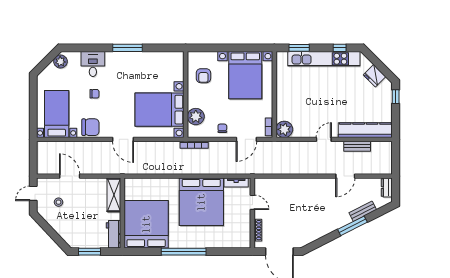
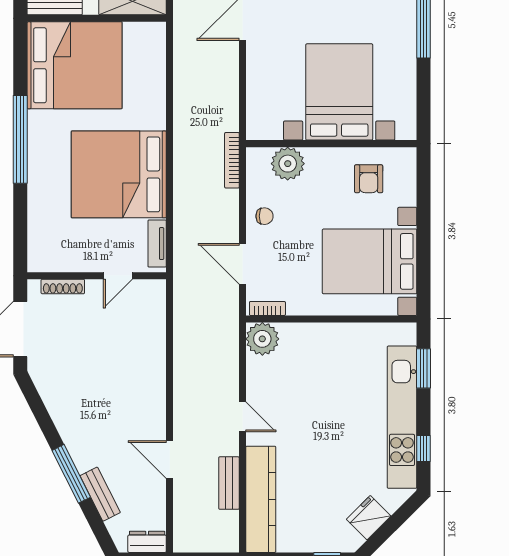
armchair: (203, 76) -> (369, 179), turned -90
bed with nightstands: (160, 110) -> (339, 92), moved

